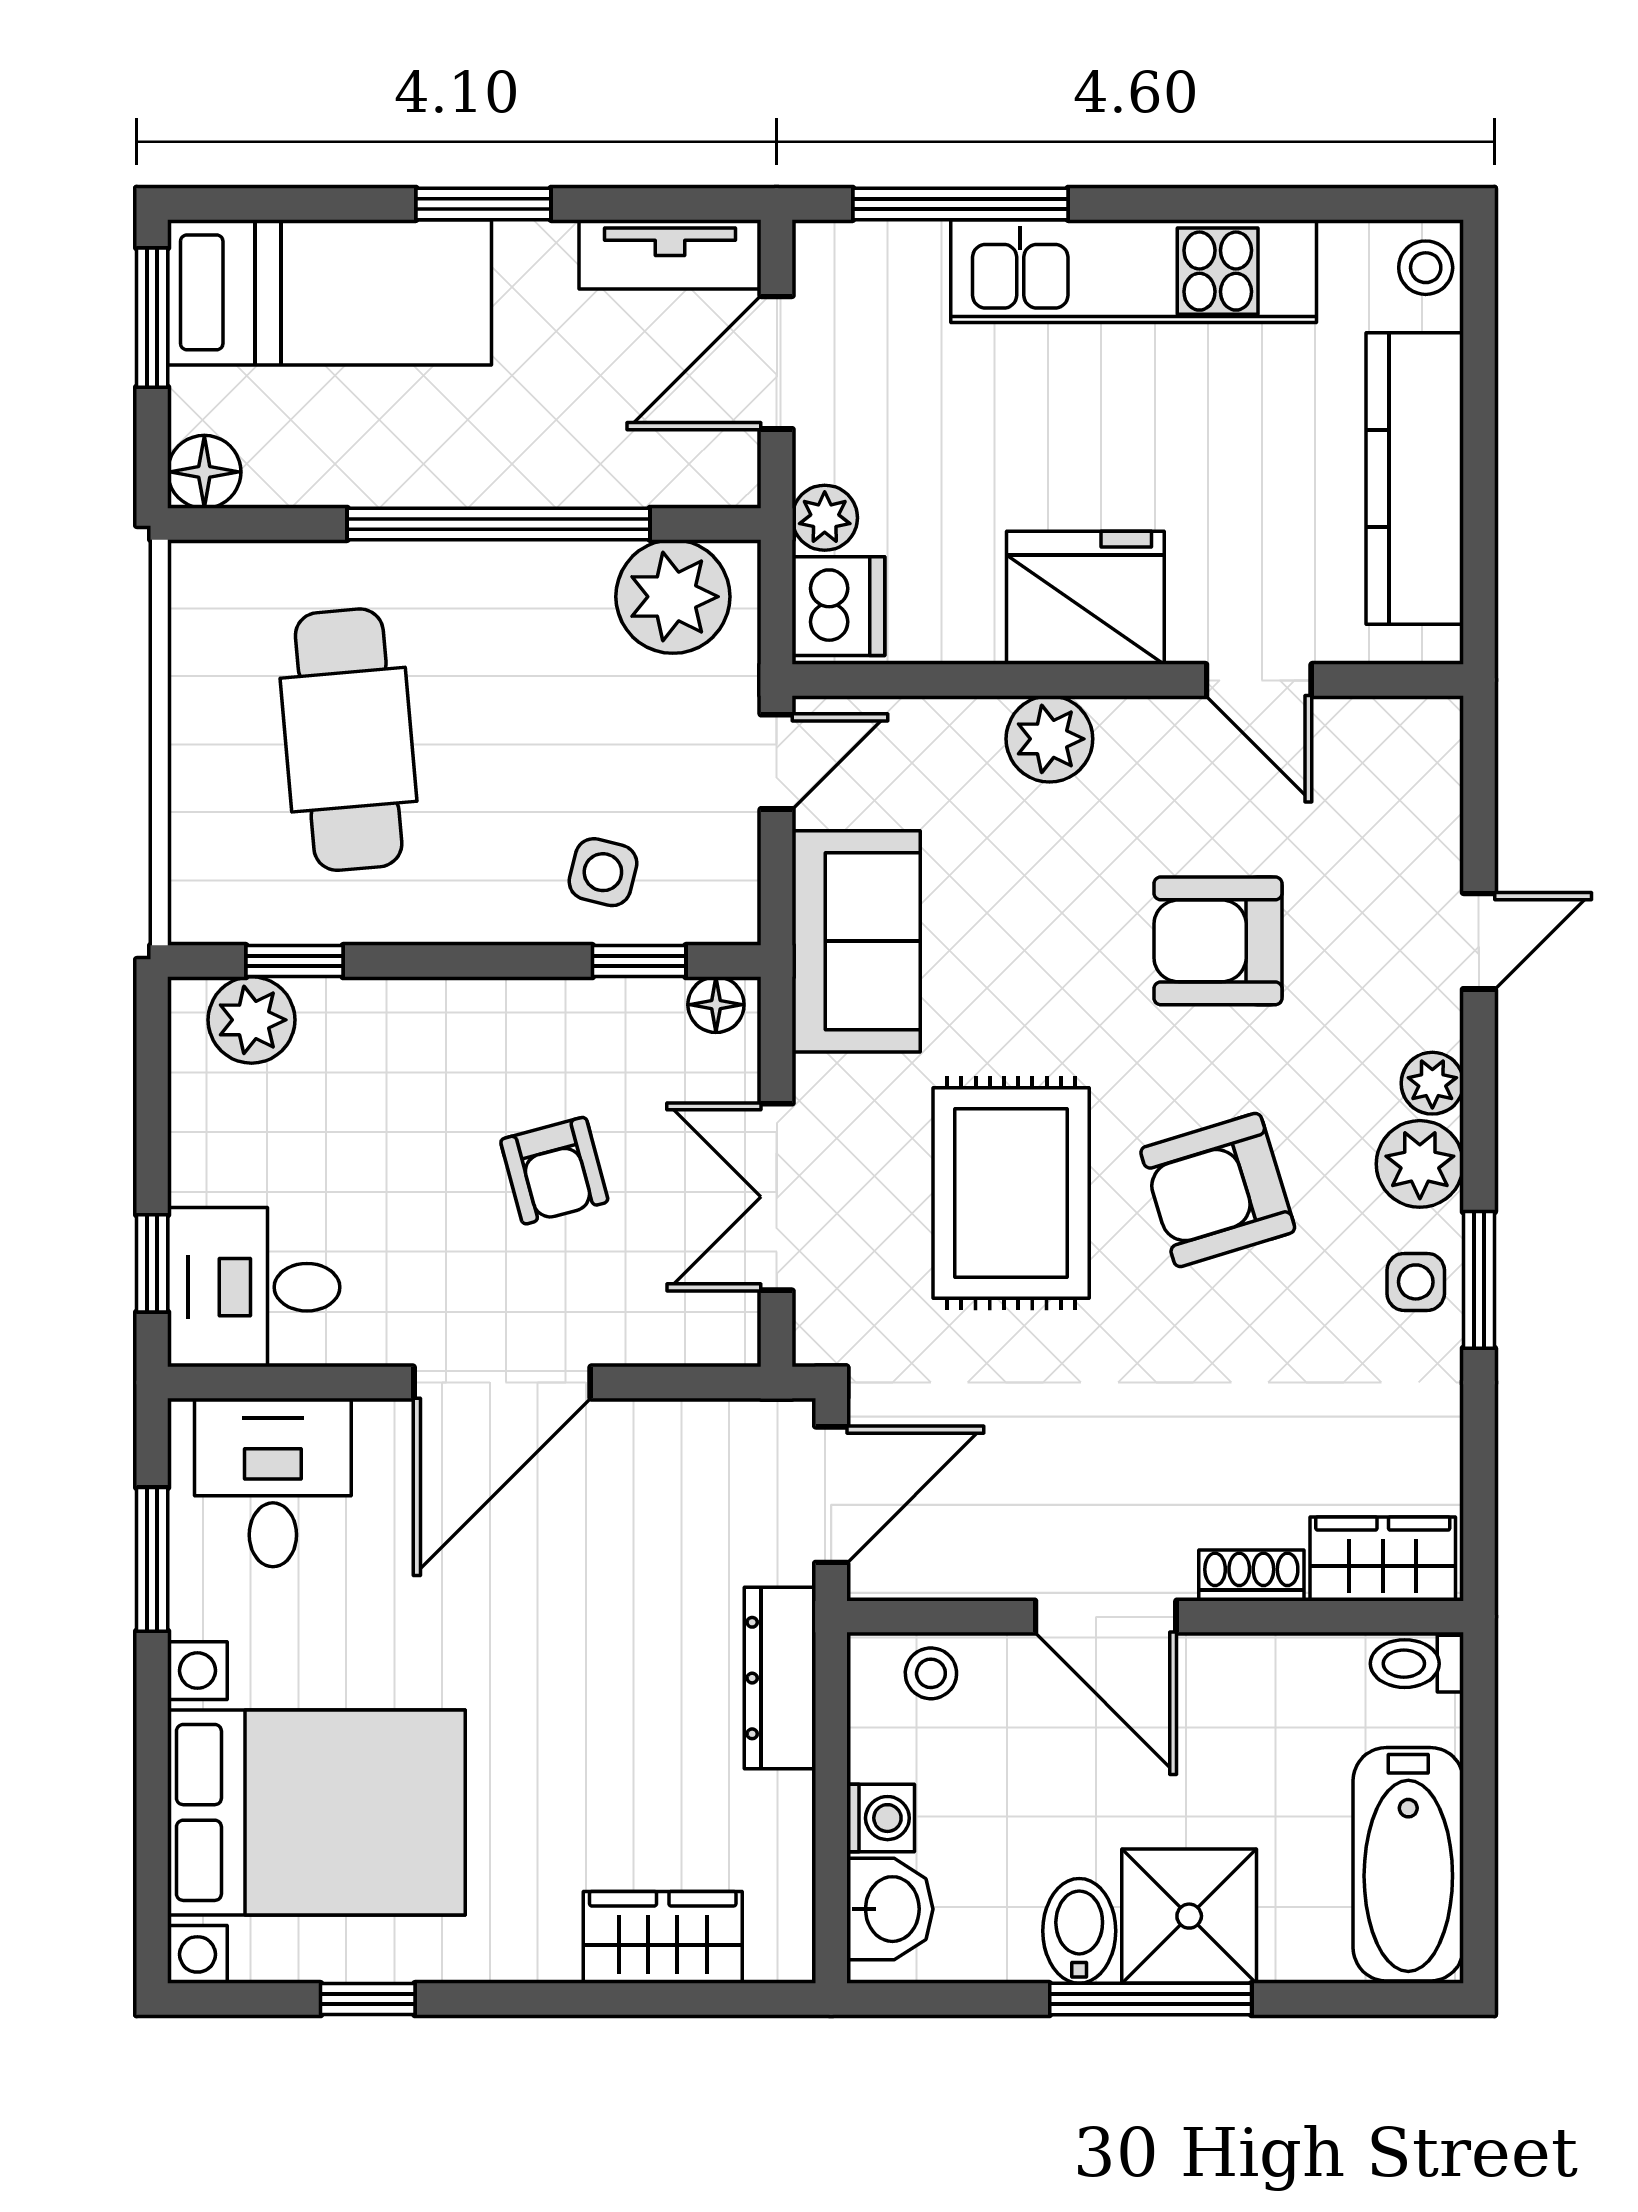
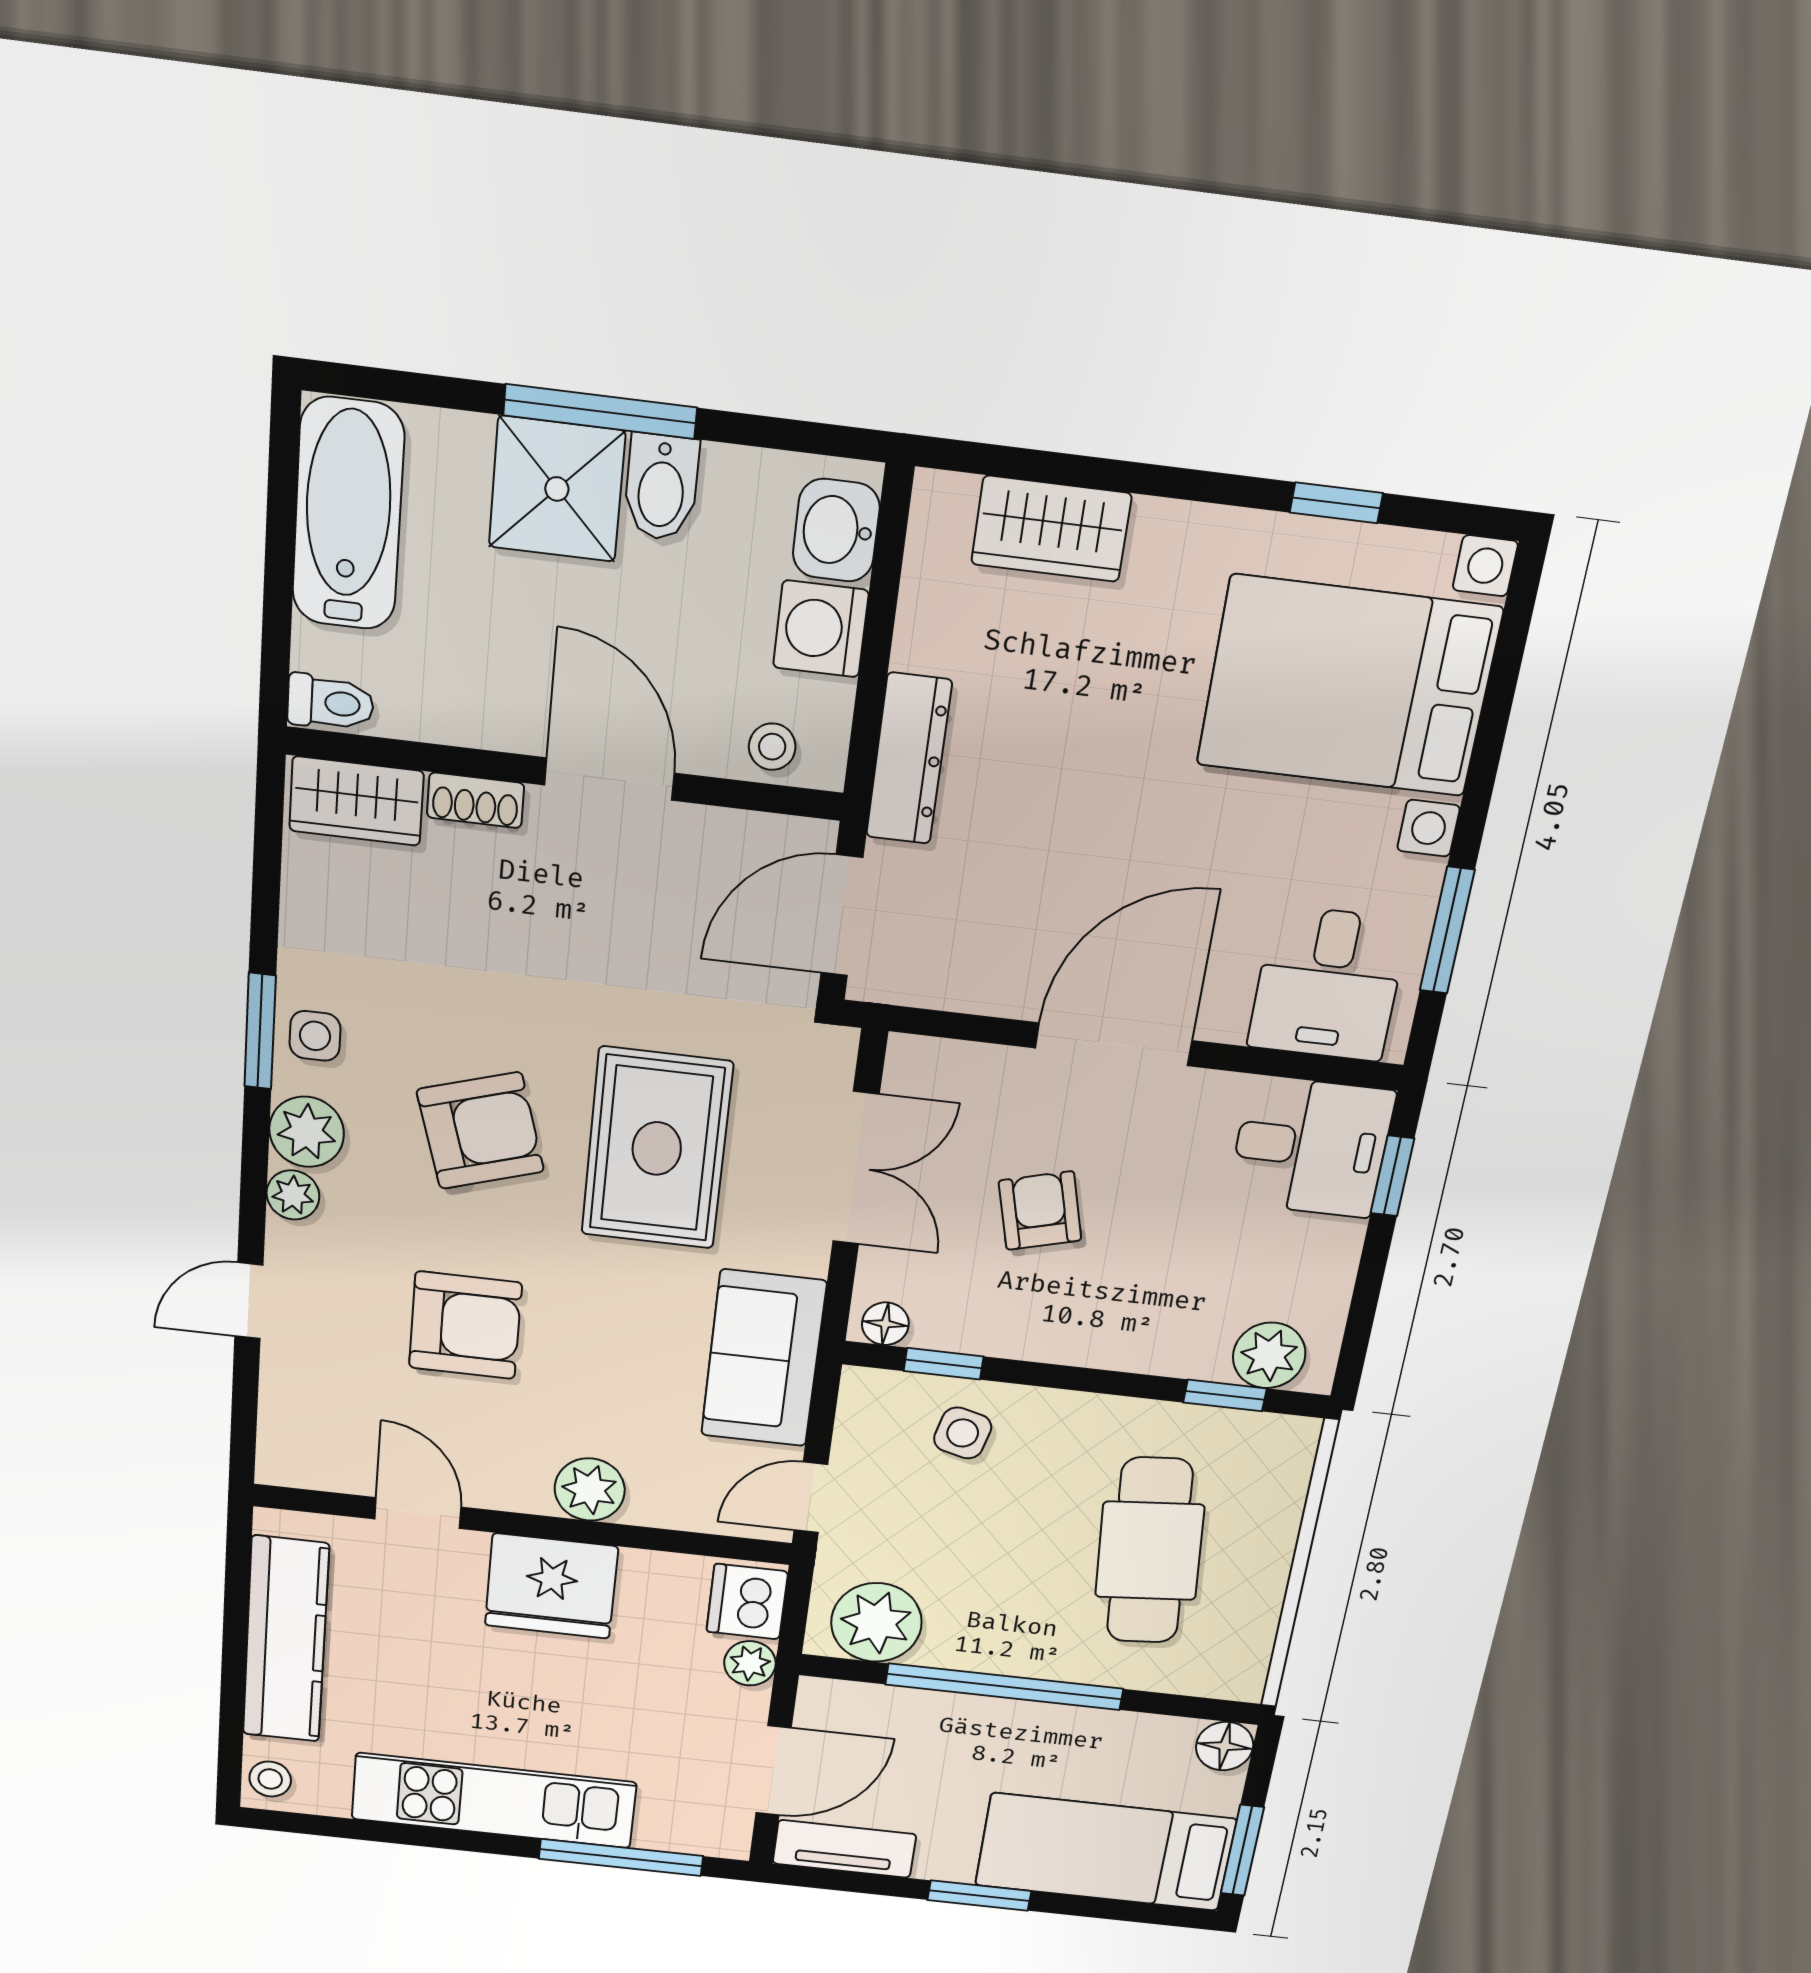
washing machine: (881, 1818) -> (821, 629), width x1.38, depth x1.38

